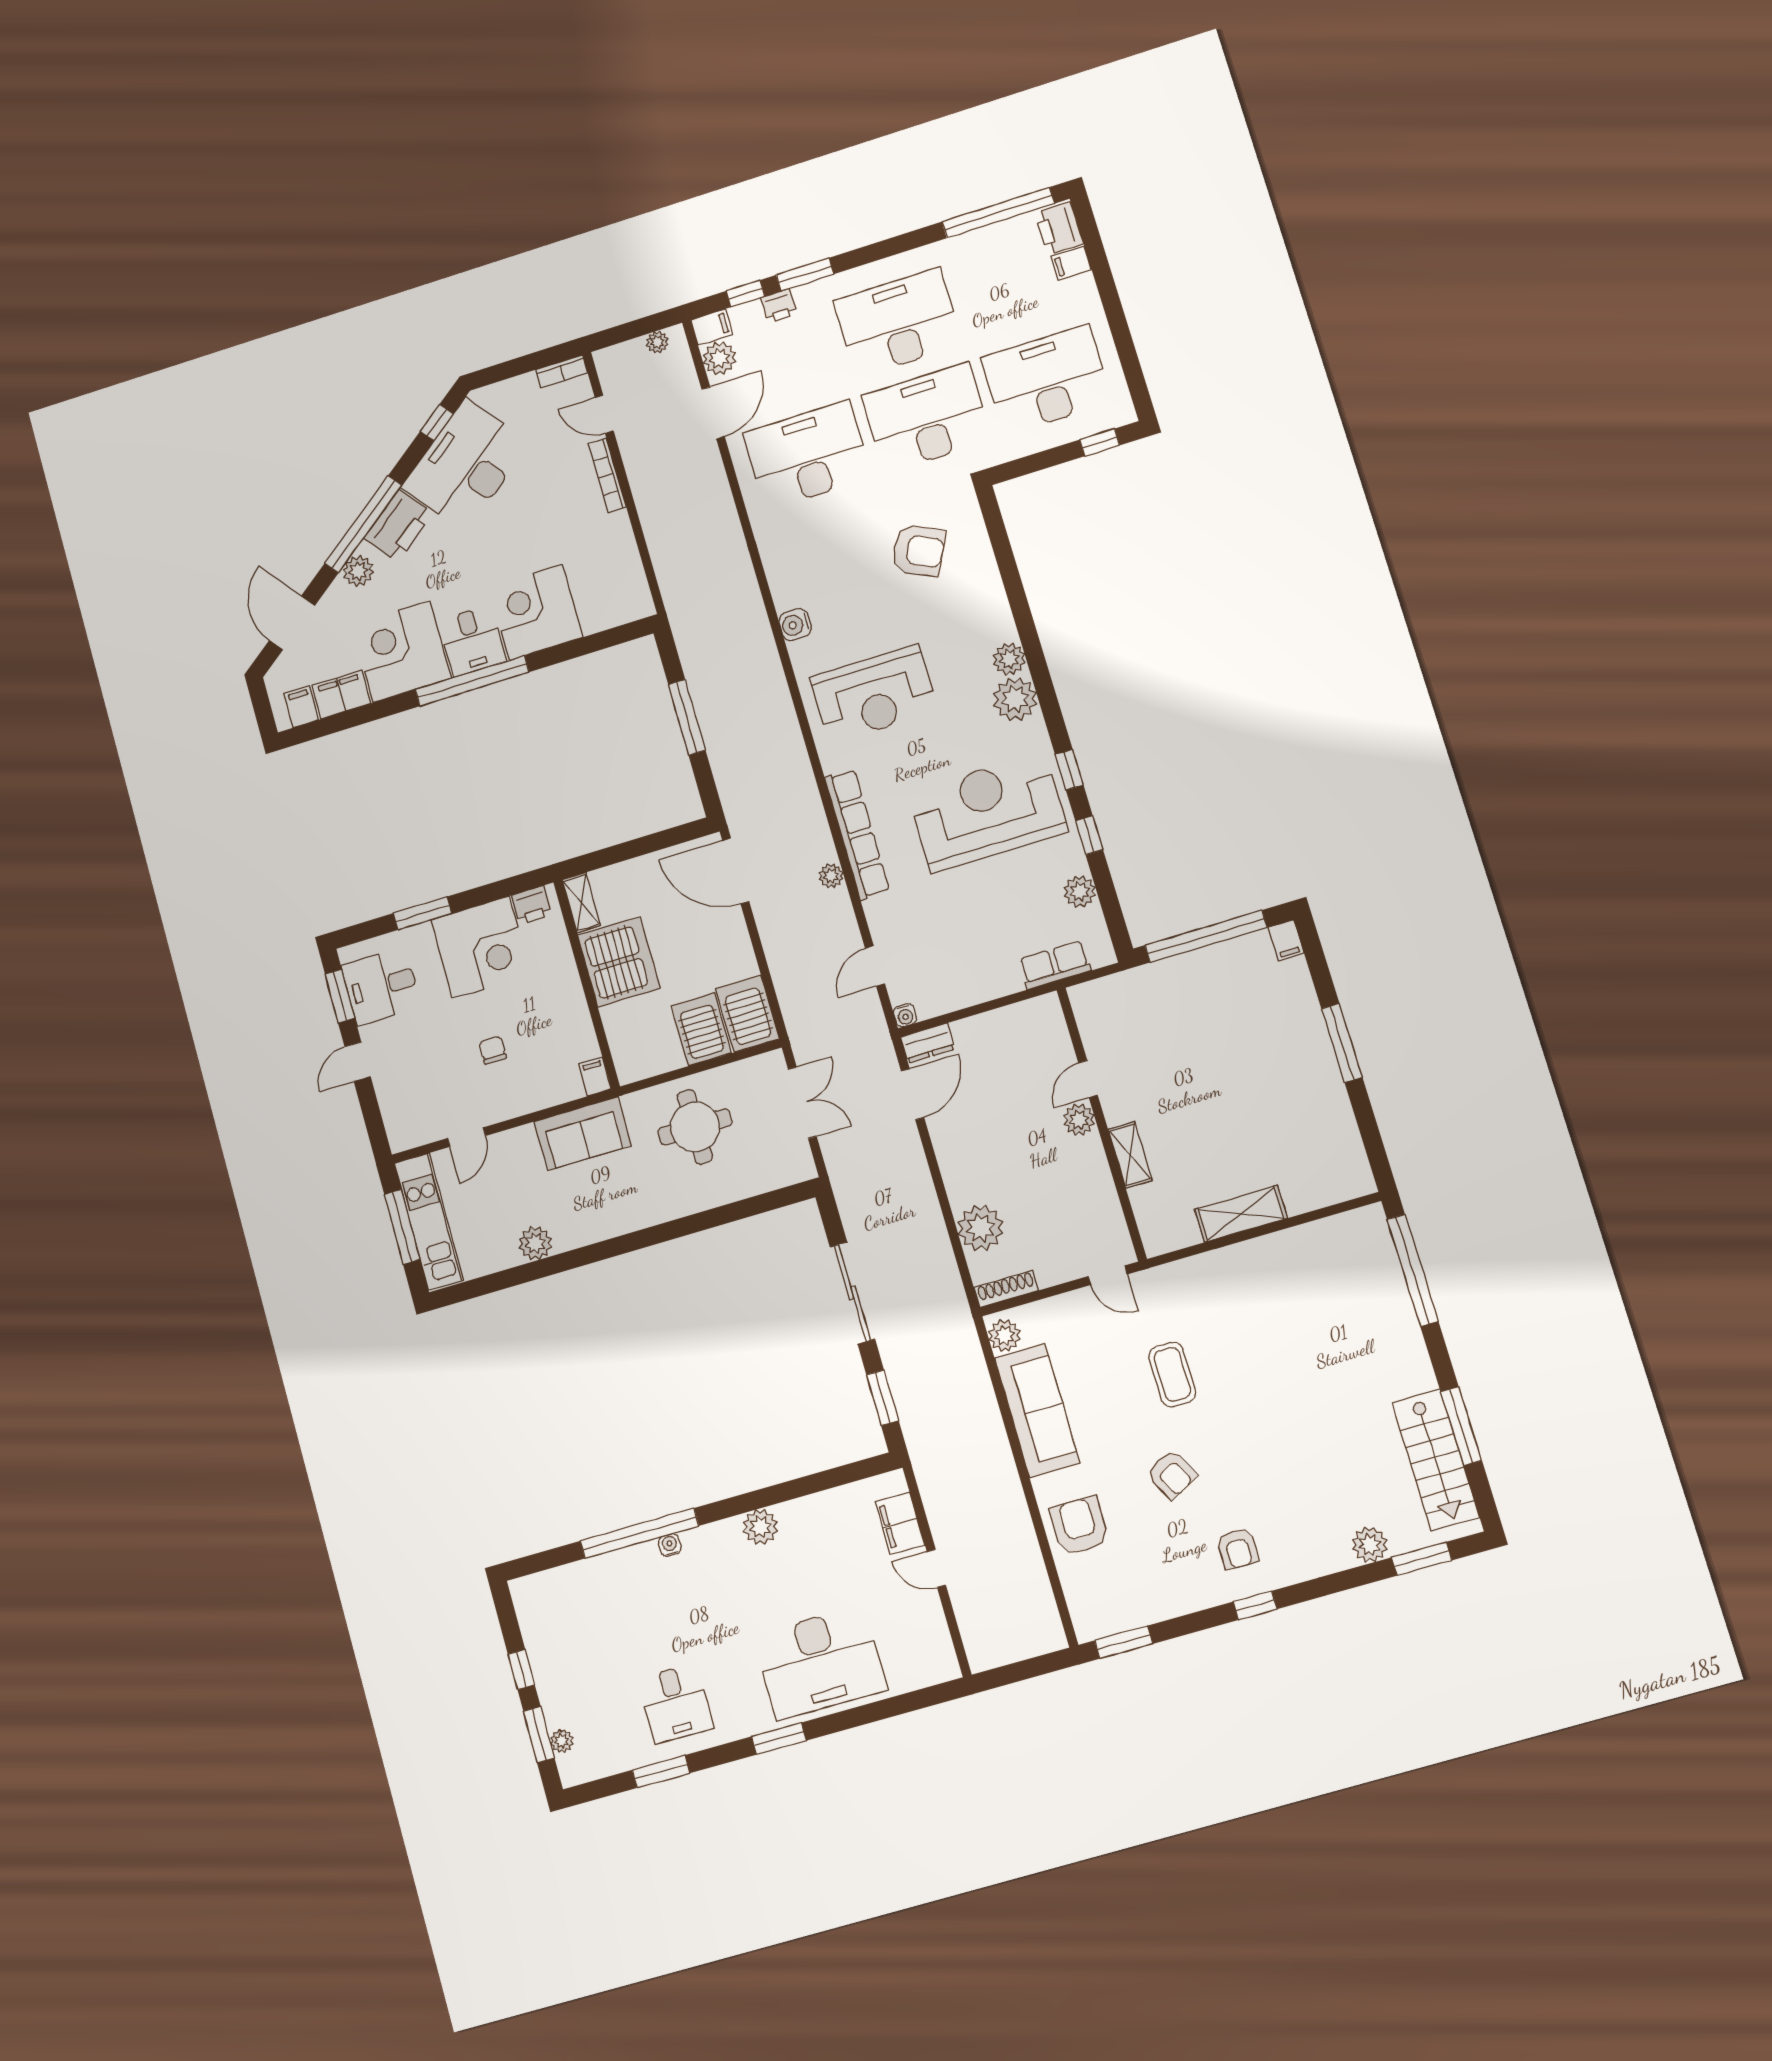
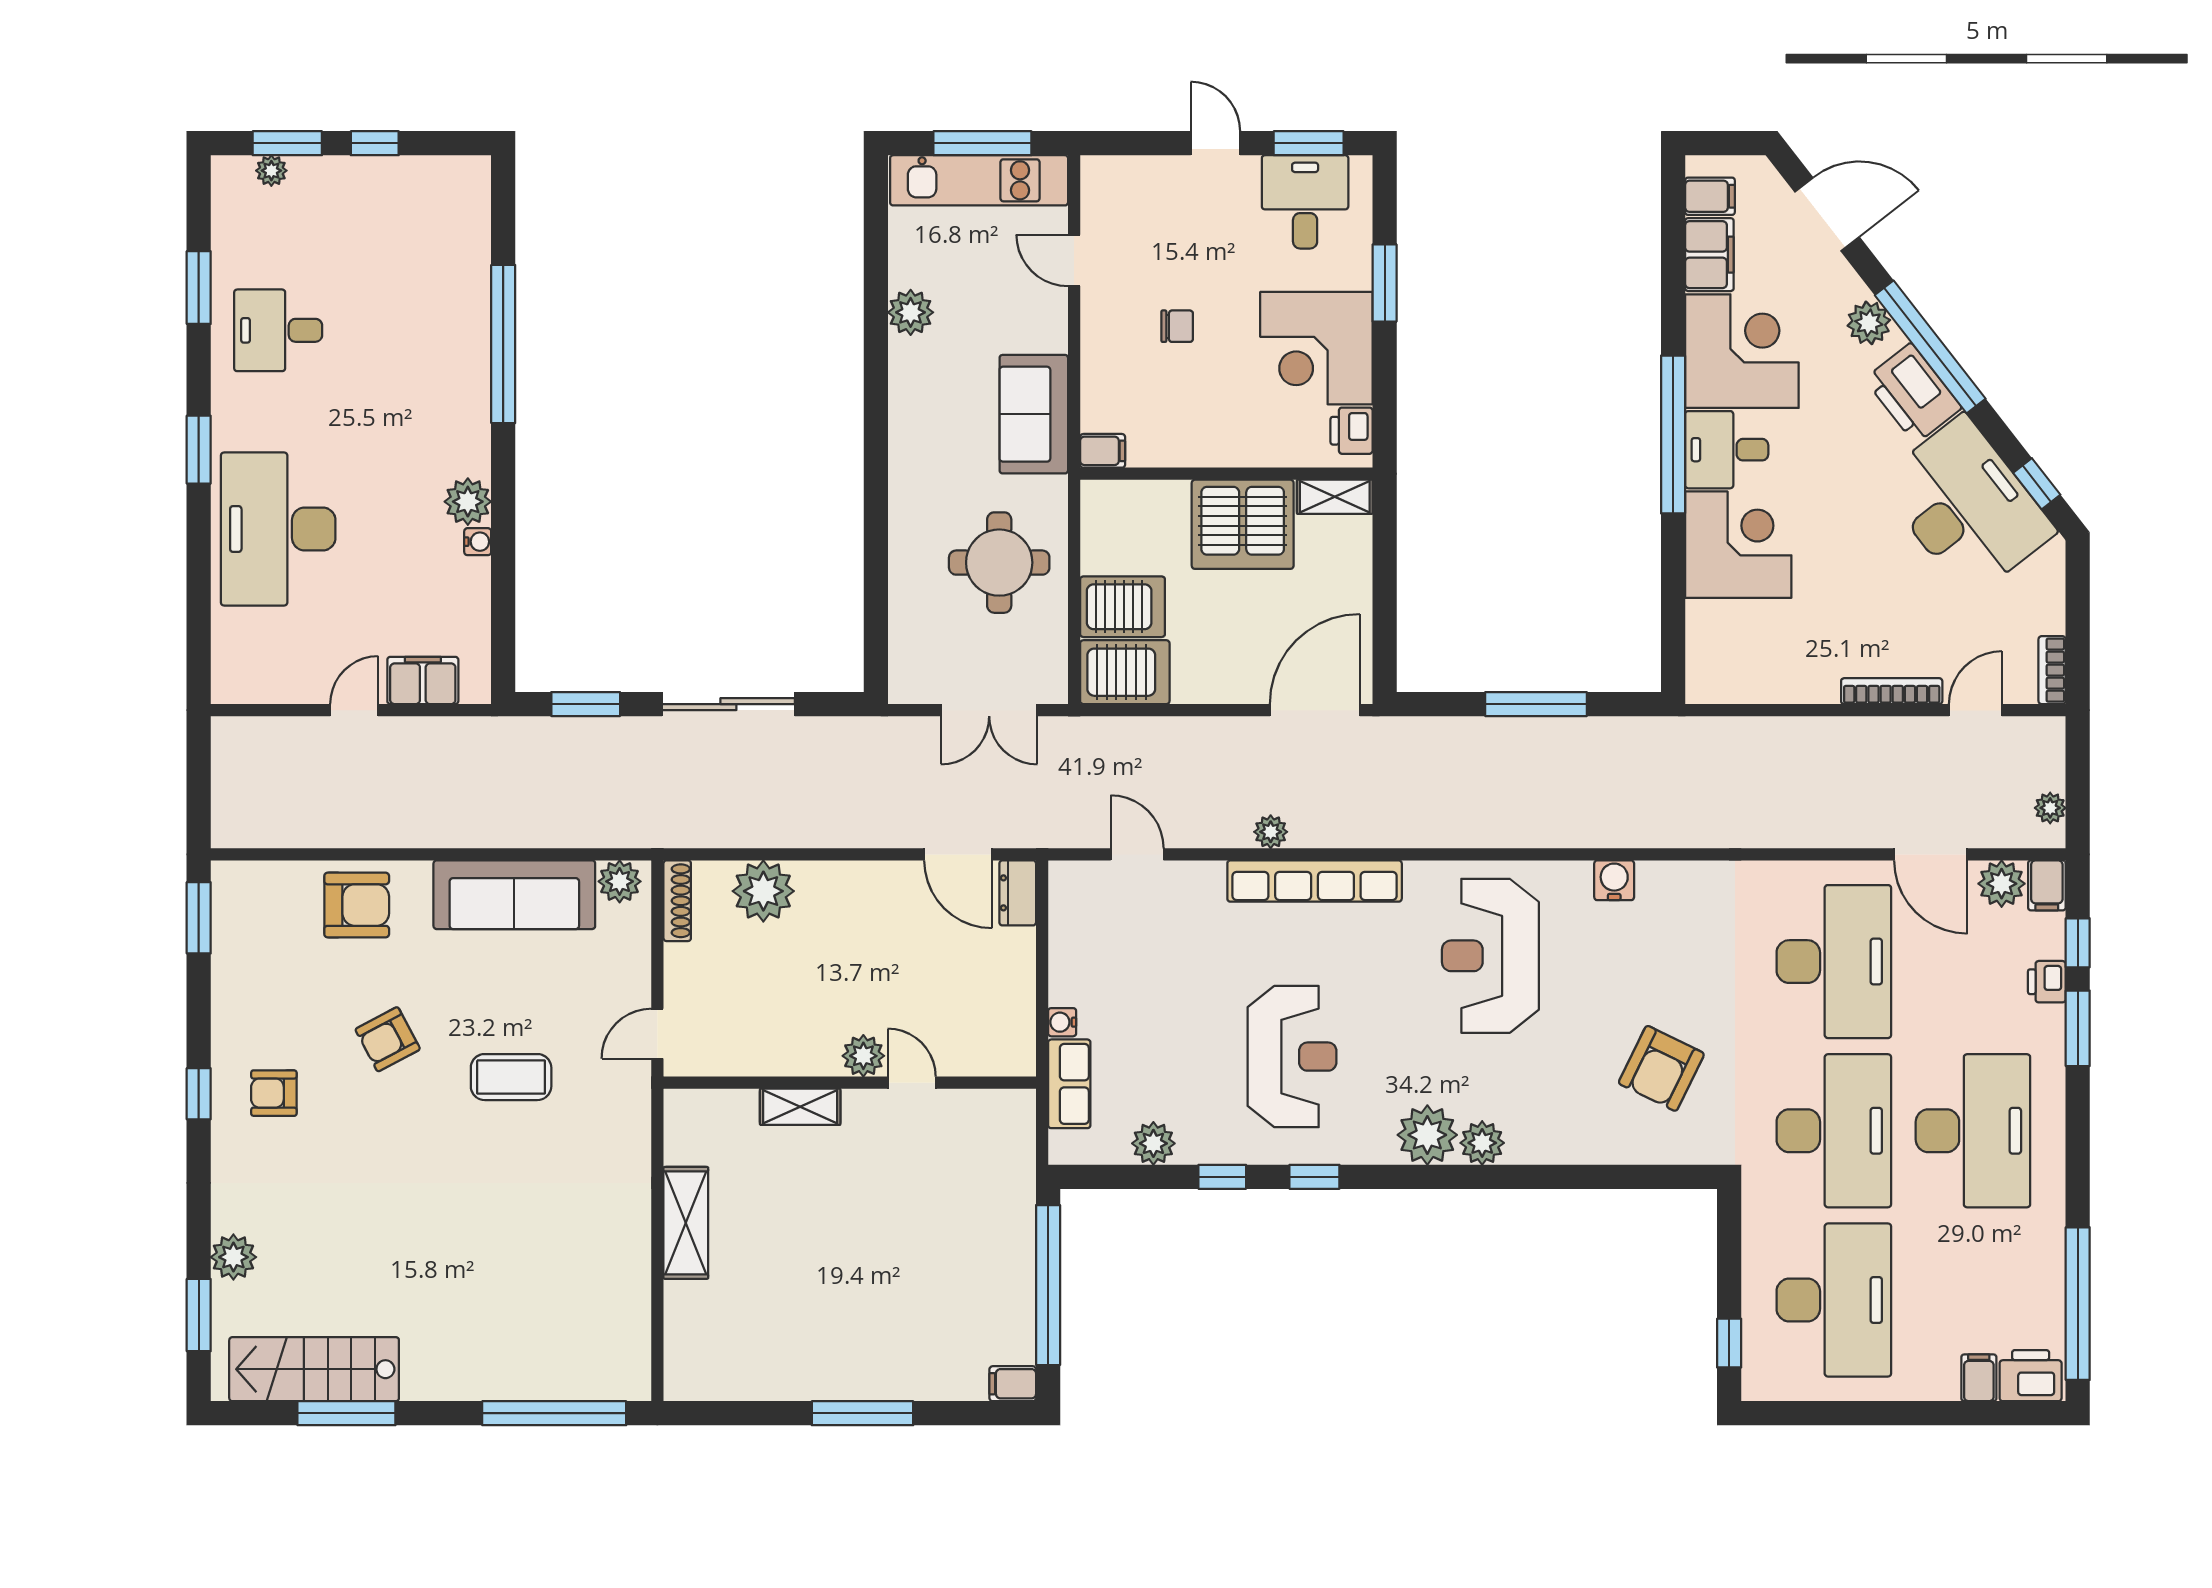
reception desk: (987, 812) -> (1292, 1057), width x0.74, depth x0.77
water cooler: (905, 1015) -> (1062, 1022), moved
water cooler: (670, 1545) -> (478, 542), moved

